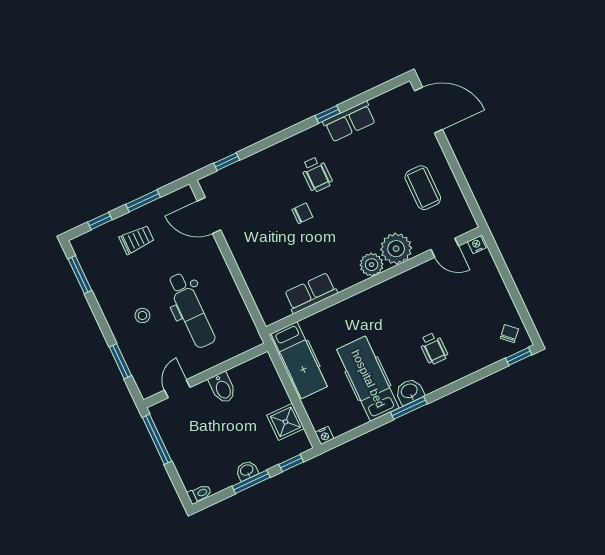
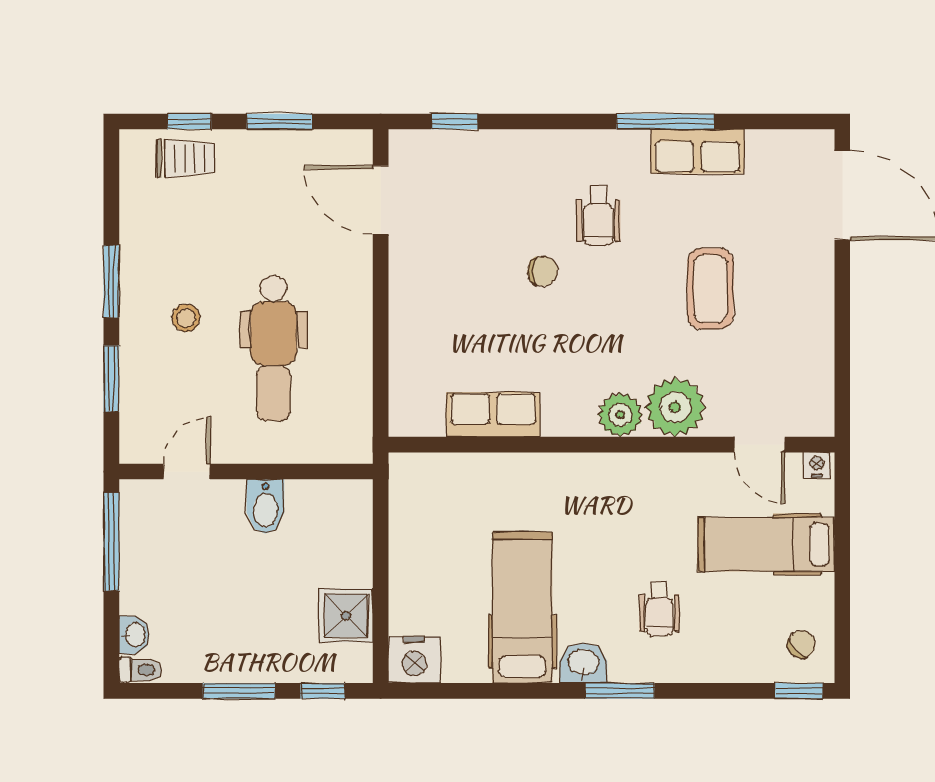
window: (328, 114) -> (666, 121), width x2.17
coffee table: (423, 188) -> (710, 289), moved
trolley: (137, 240) -> (186, 159), moved
window: (80, 275) -> (111, 281), moved
hospital bed: (299, 360) -> (766, 544), moved, turned 90
window: (409, 408) -> (620, 691), moved
nightstand: (324, 435) -> (414, 660), width x1.89, depth x1.79
washbasin: (247, 470) -> (134, 635), moved, turned 90

